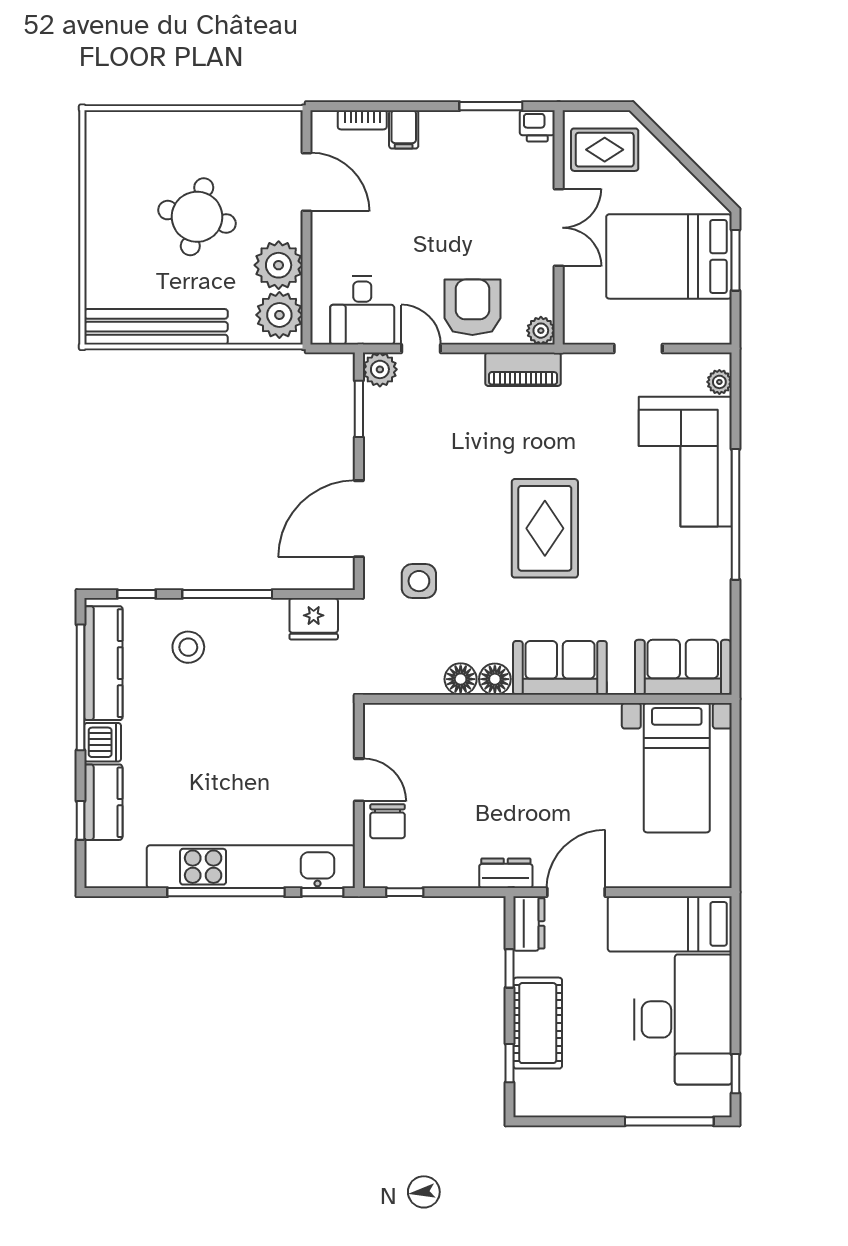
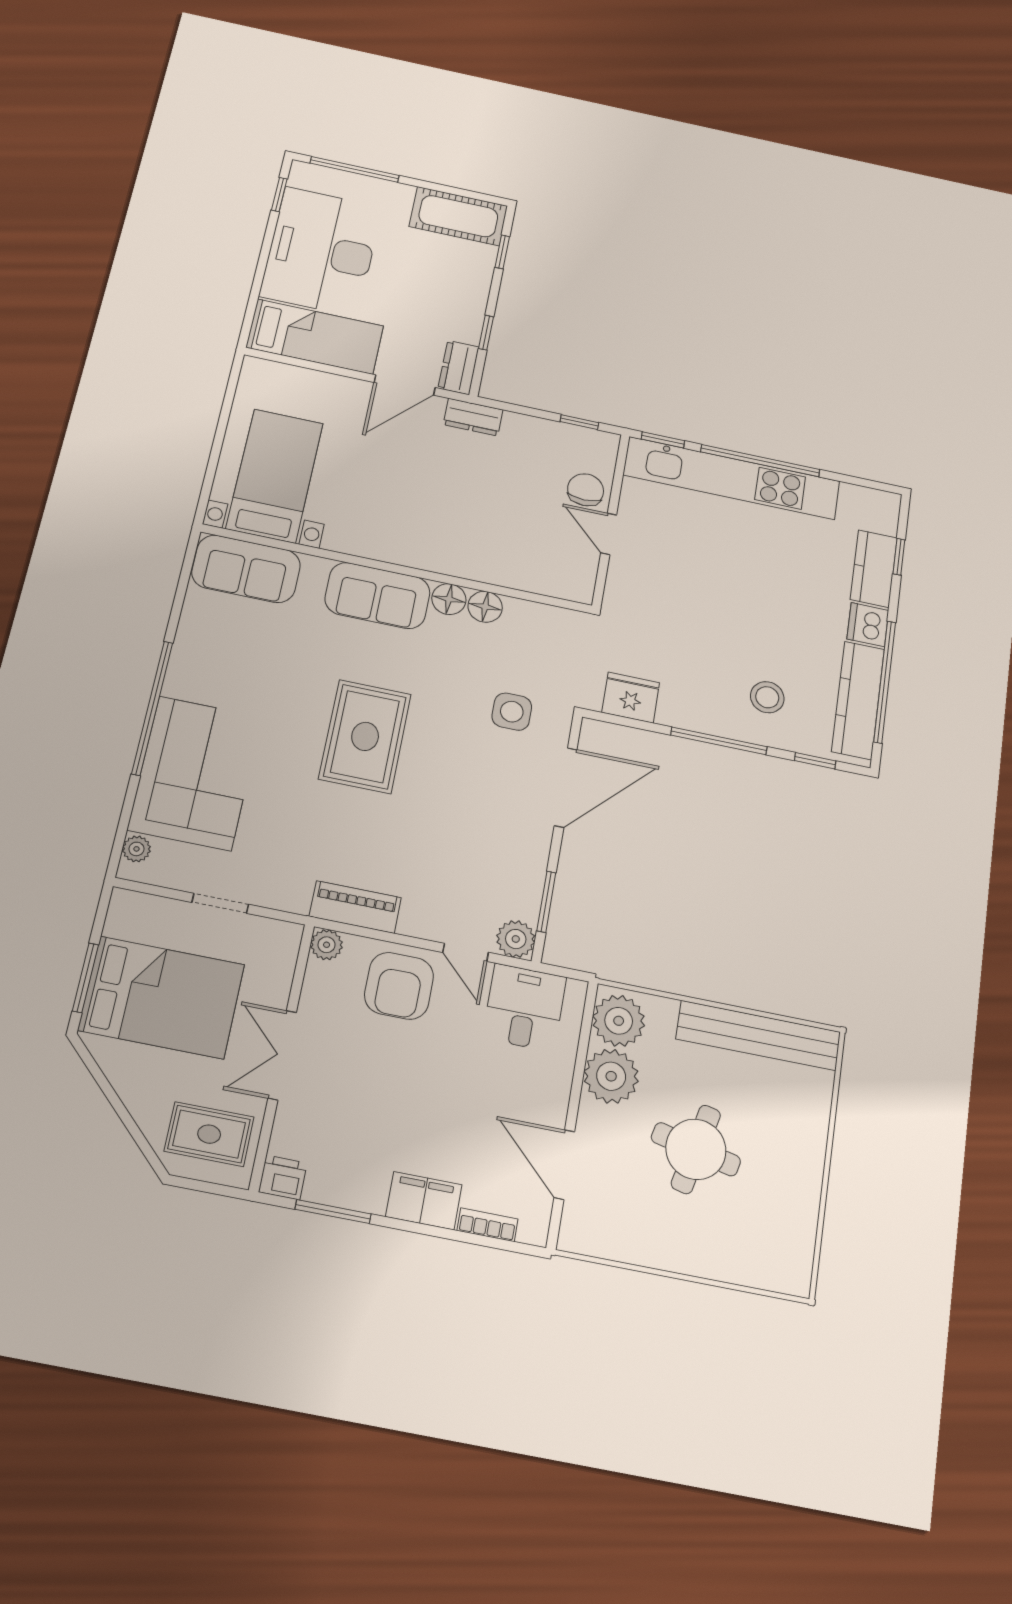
filing cabinet: (404, 129) -> (424, 1201), width x2.00
cot: (538, 1023) -> (458, 216), moved, turned 90

